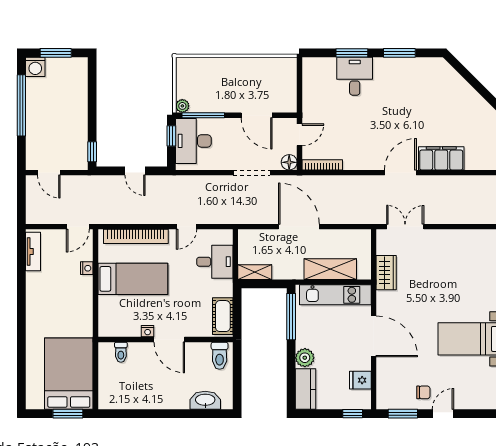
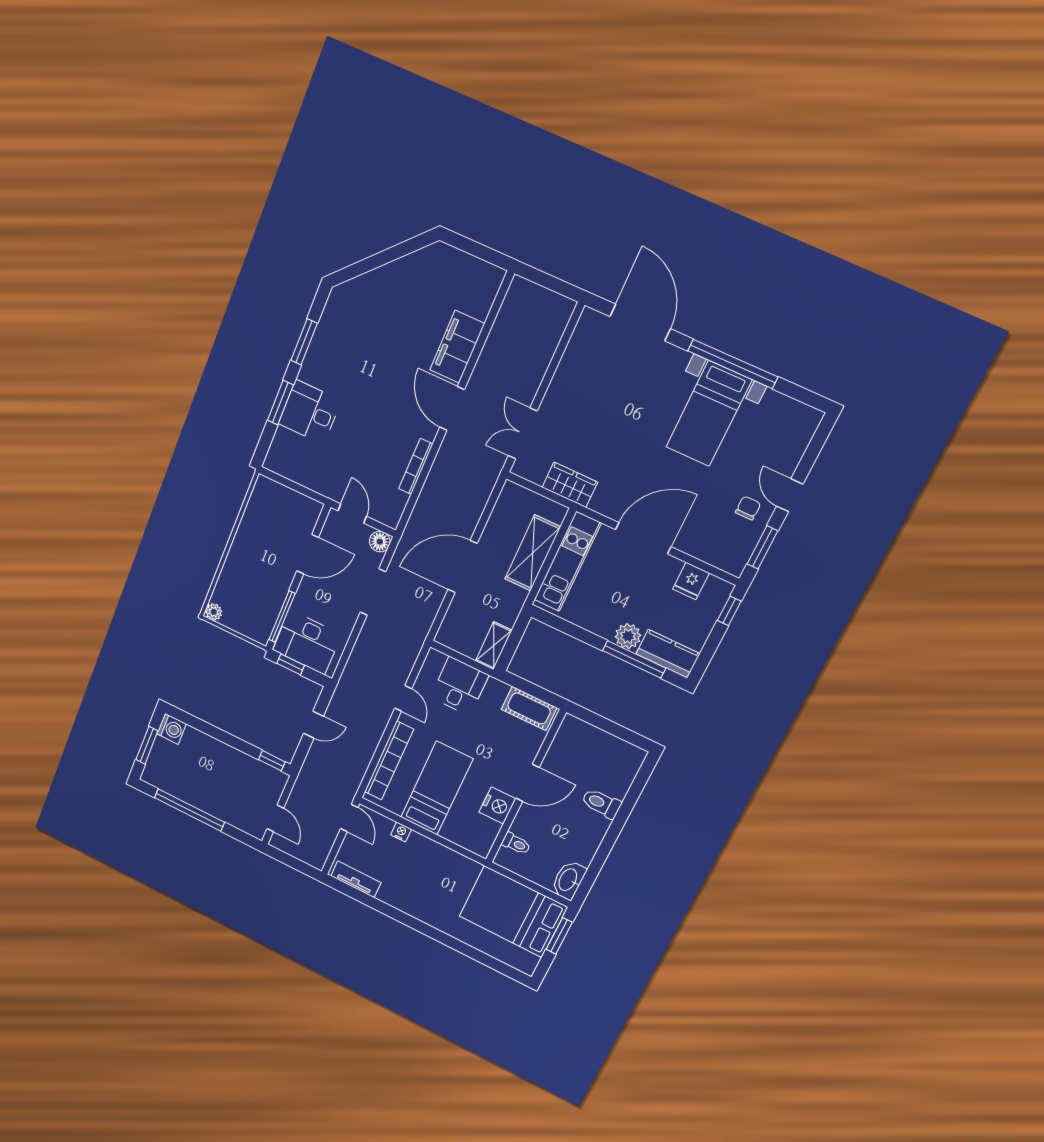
washing machine: (35, 67) -> (172, 729), moved
plant: (182, 106) -> (214, 612), moved
bookcase: (322, 165) -> (416, 467), moved
door: (49, 173) -> (275, 818), hinge flipped
window: (291, 317) -> (634, 659), moved
nightstand: (148, 331) -> (497, 805), width x1.89, depth x1.79
toilet: (220, 356) -> (601, 803), moved, turned 180
washbasin: (205, 400) -> (568, 880), moved

